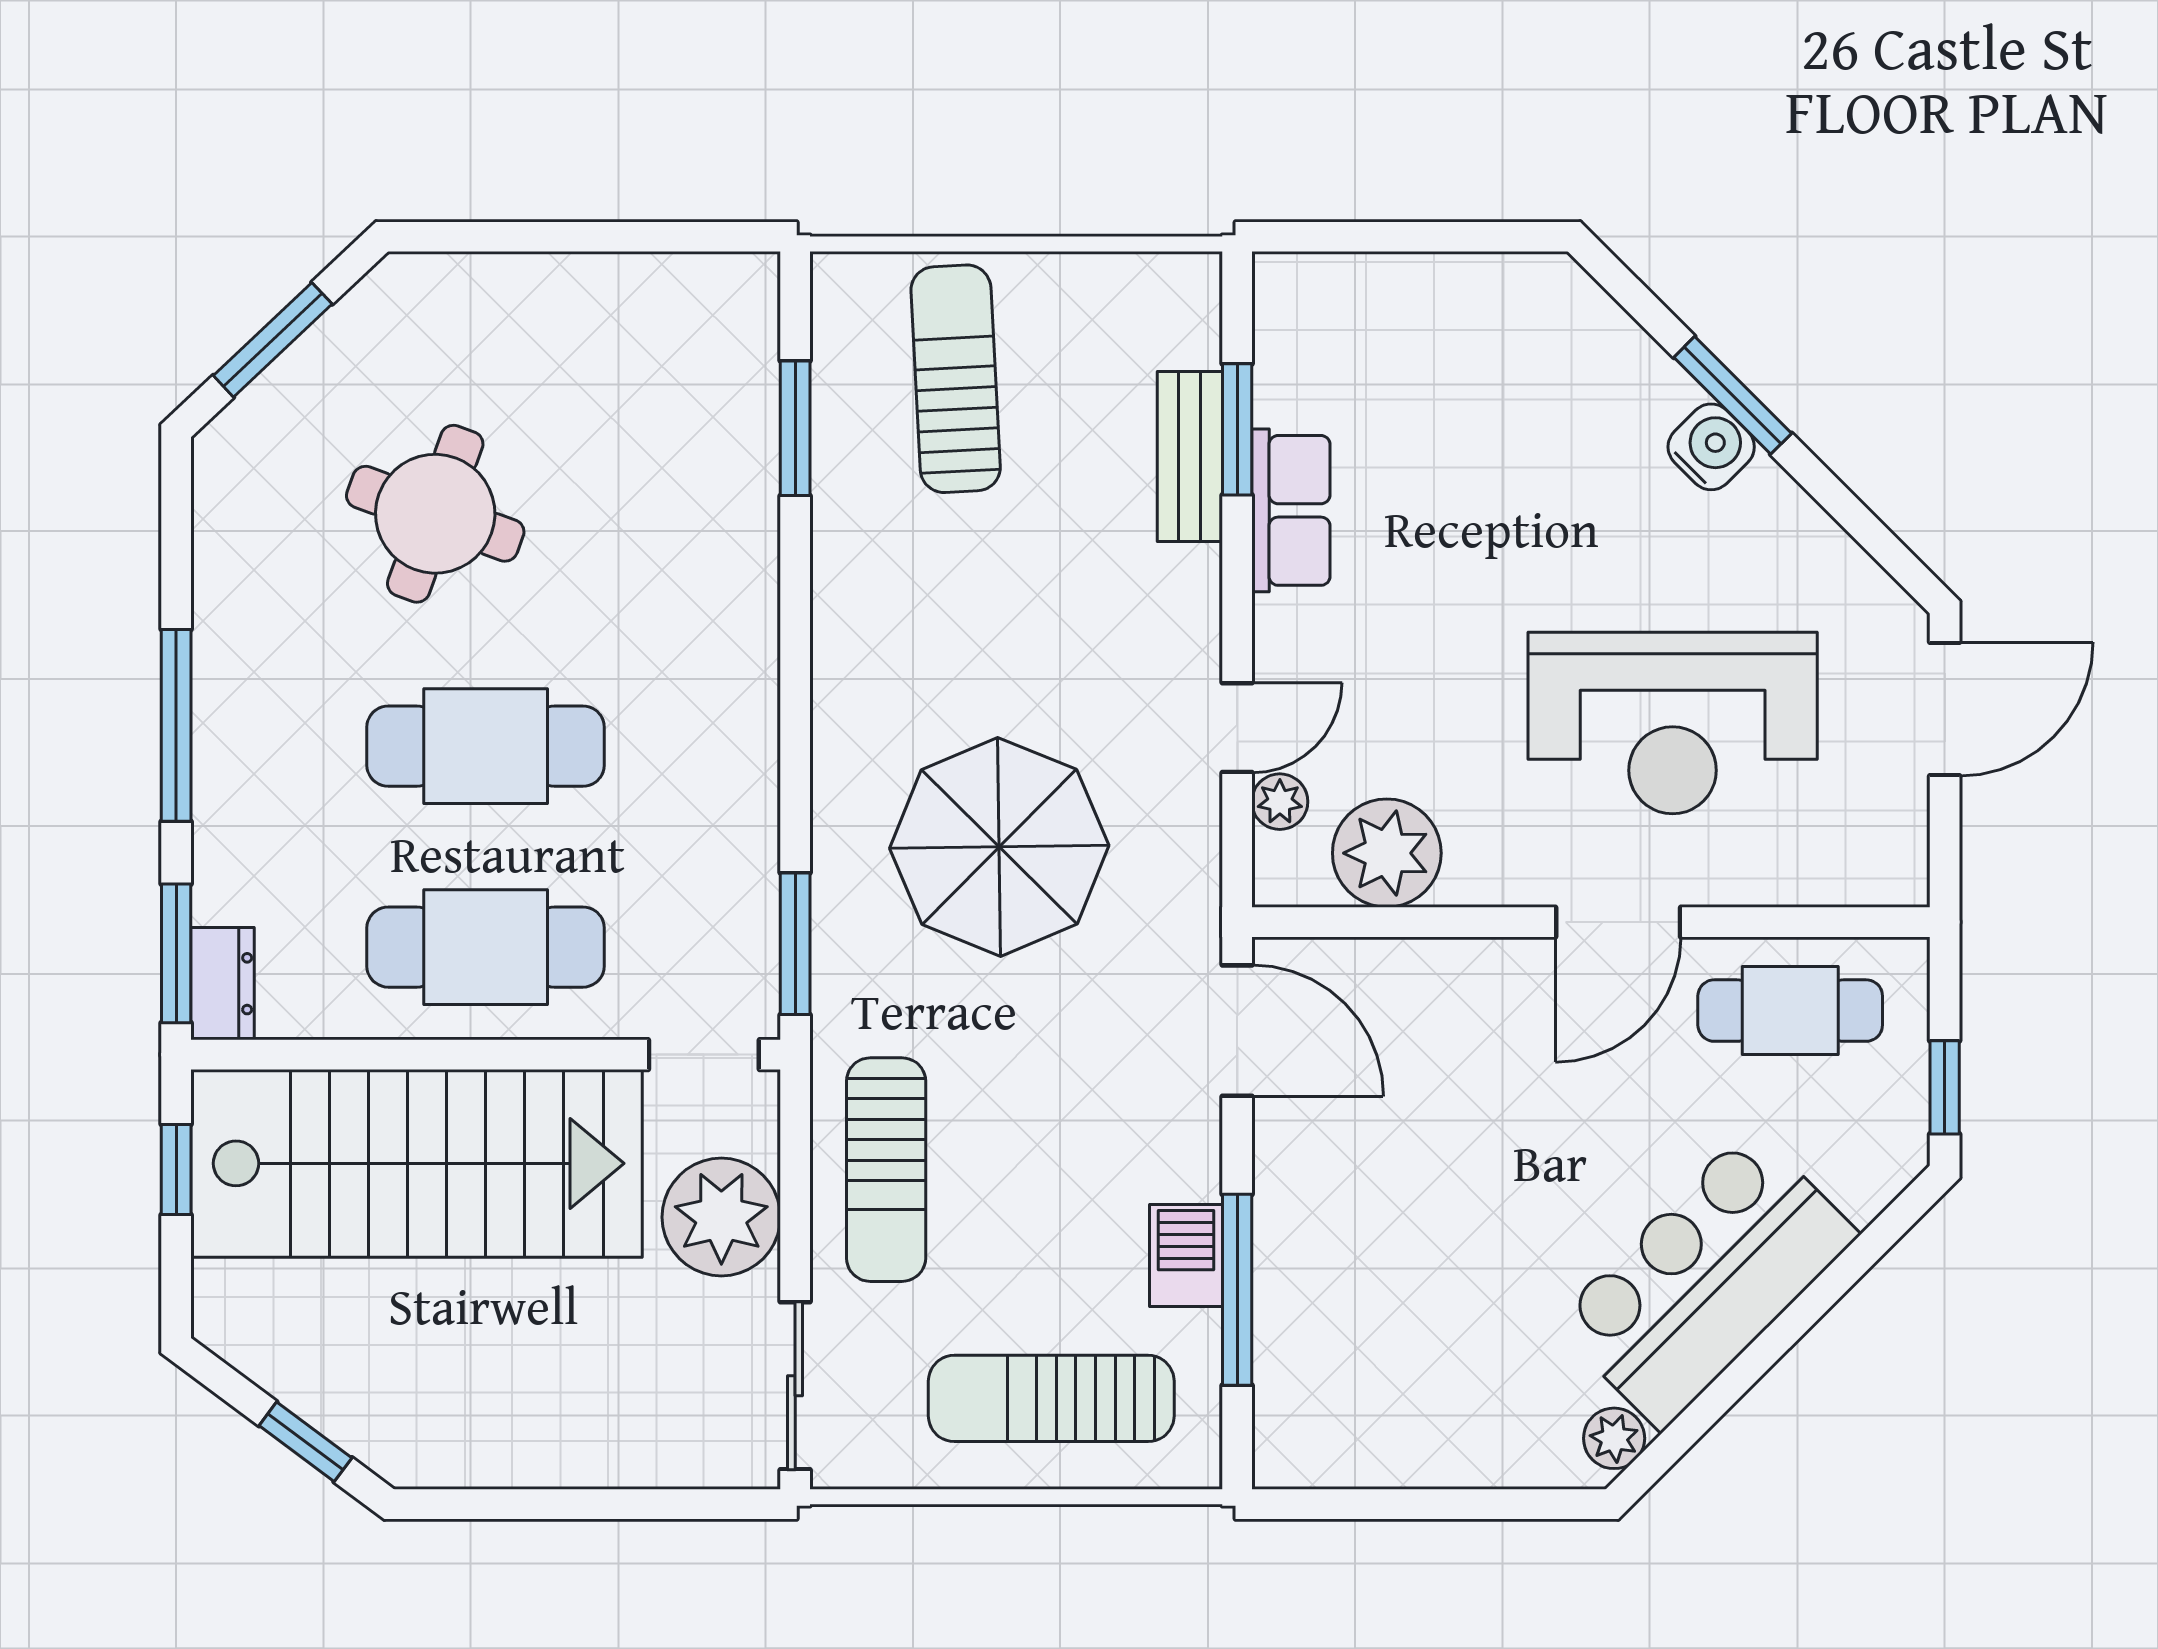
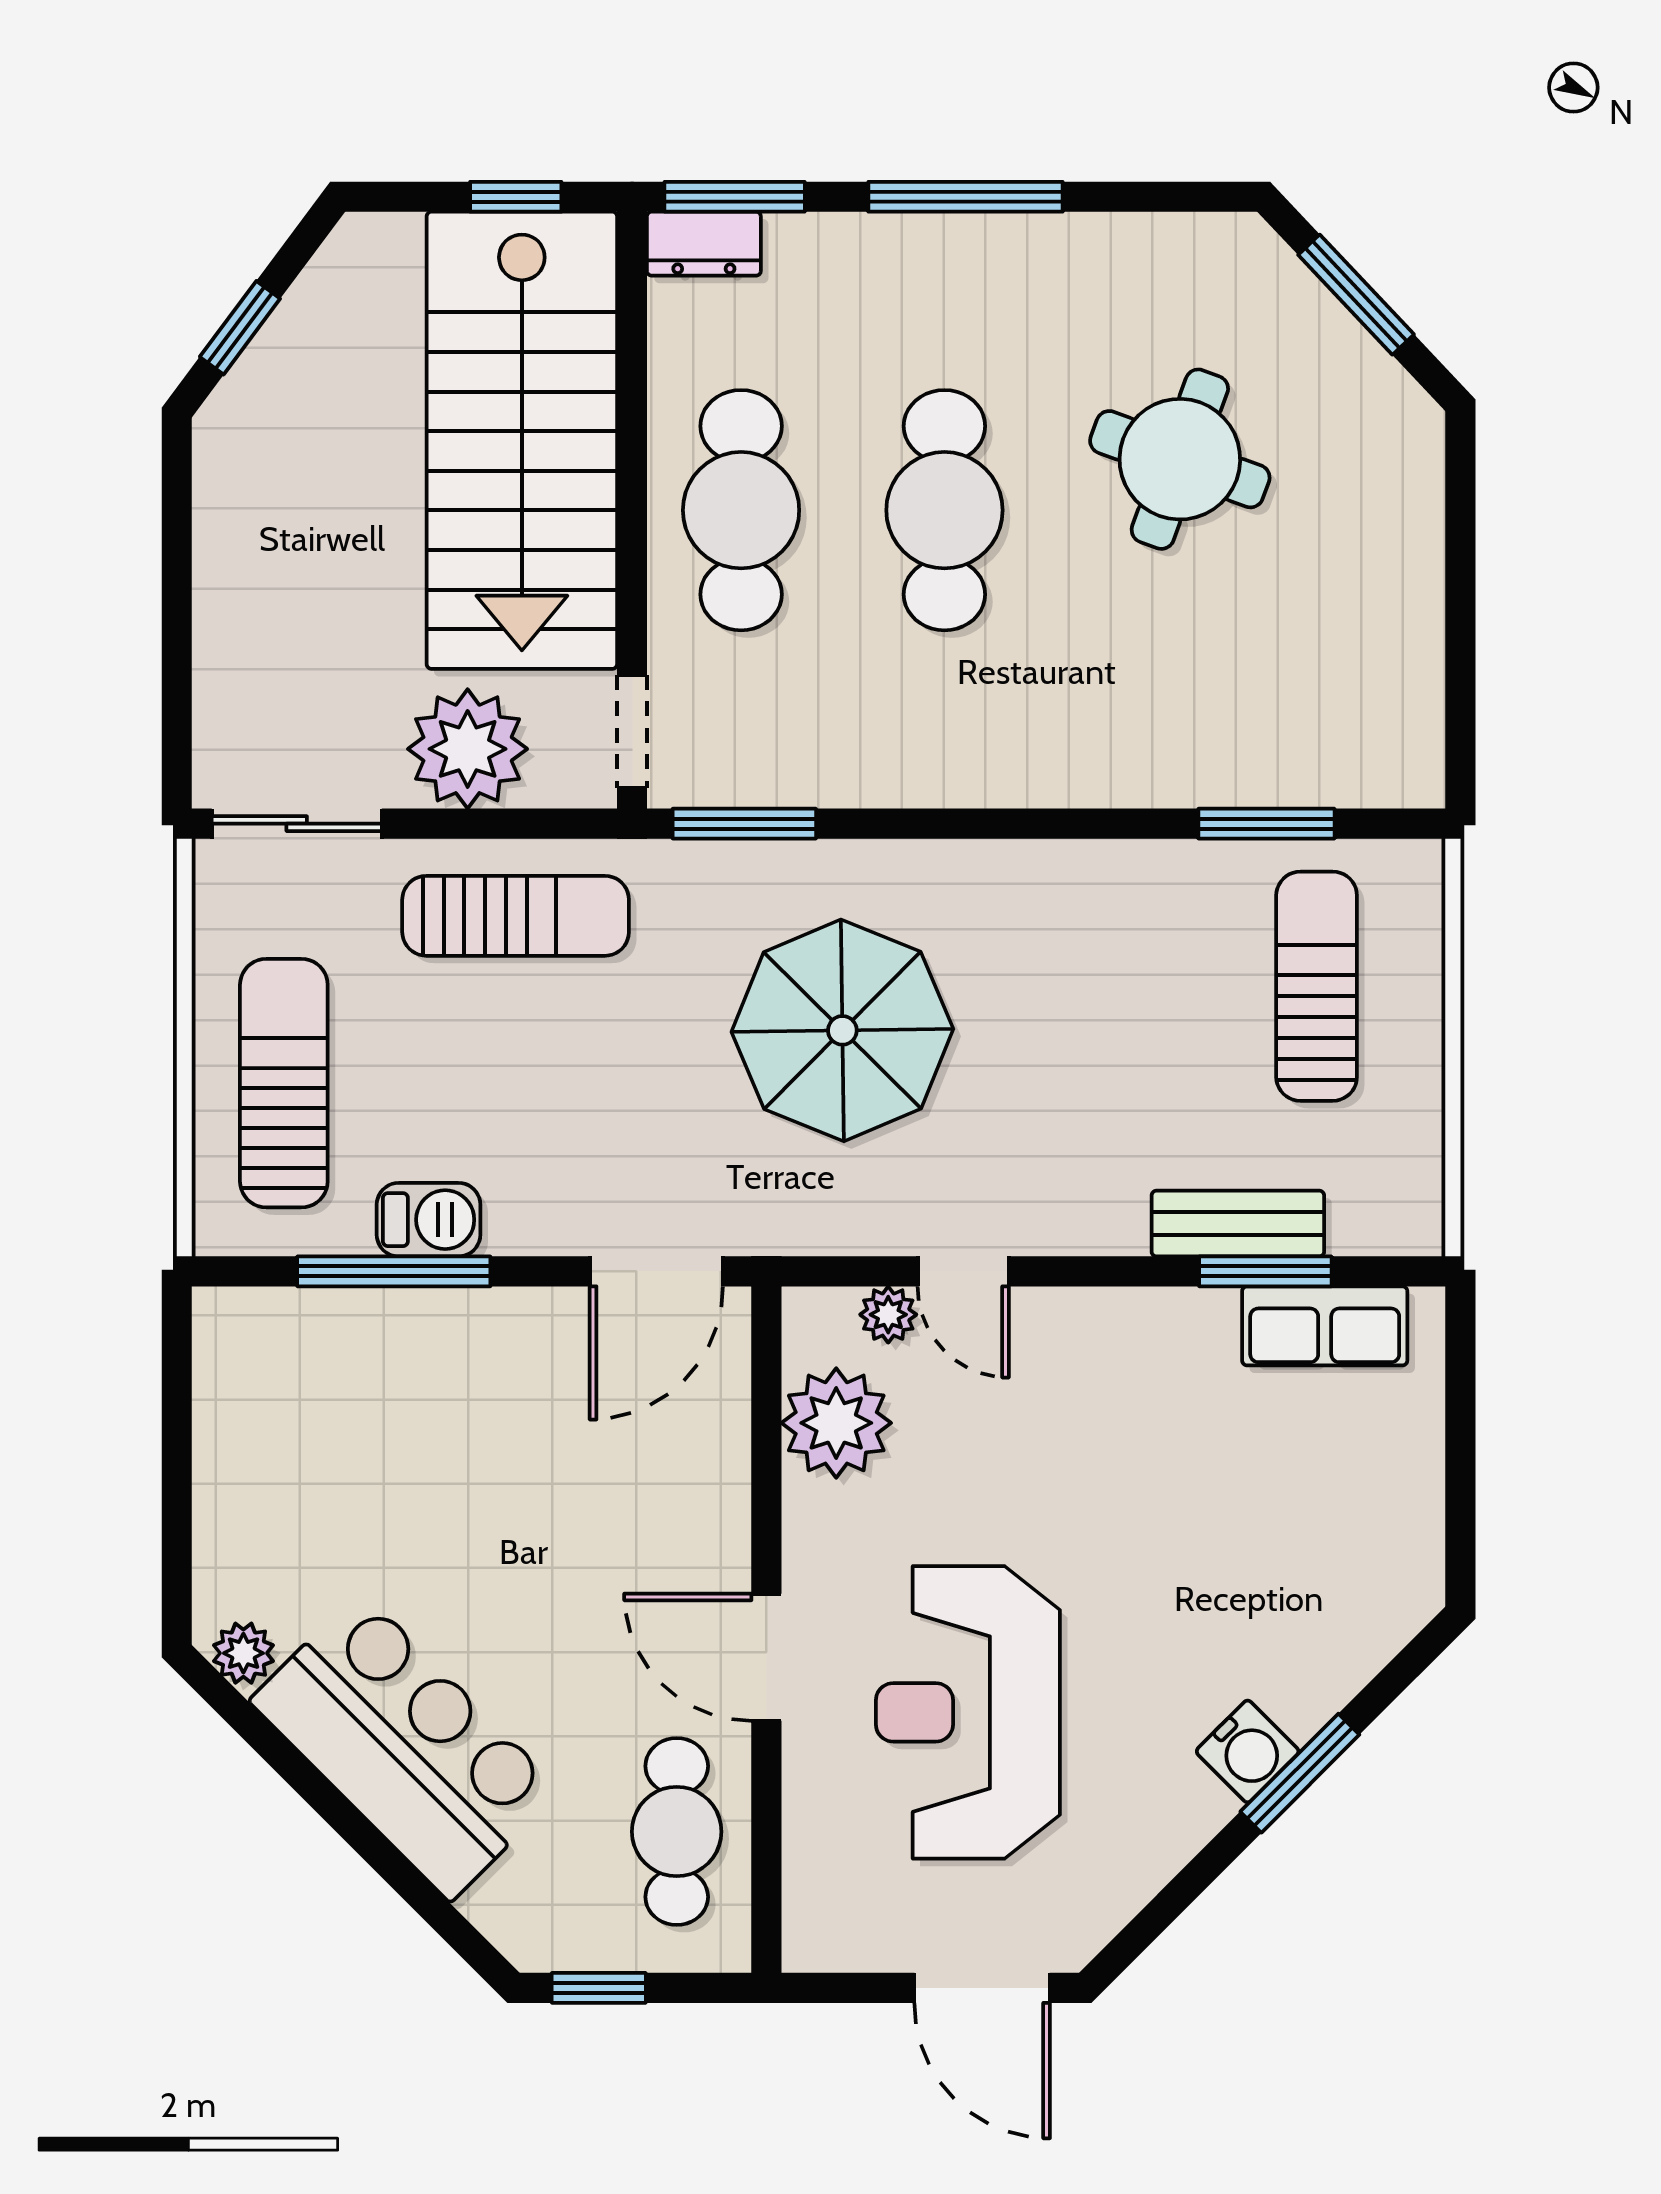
sun lounger: (956, 379) -> (1317, 986), turned -87
row of seats: (1291, 510) -> (1325, 1326), moved
sun lounger: (886, 1170) -> (516, 916), turned 180

